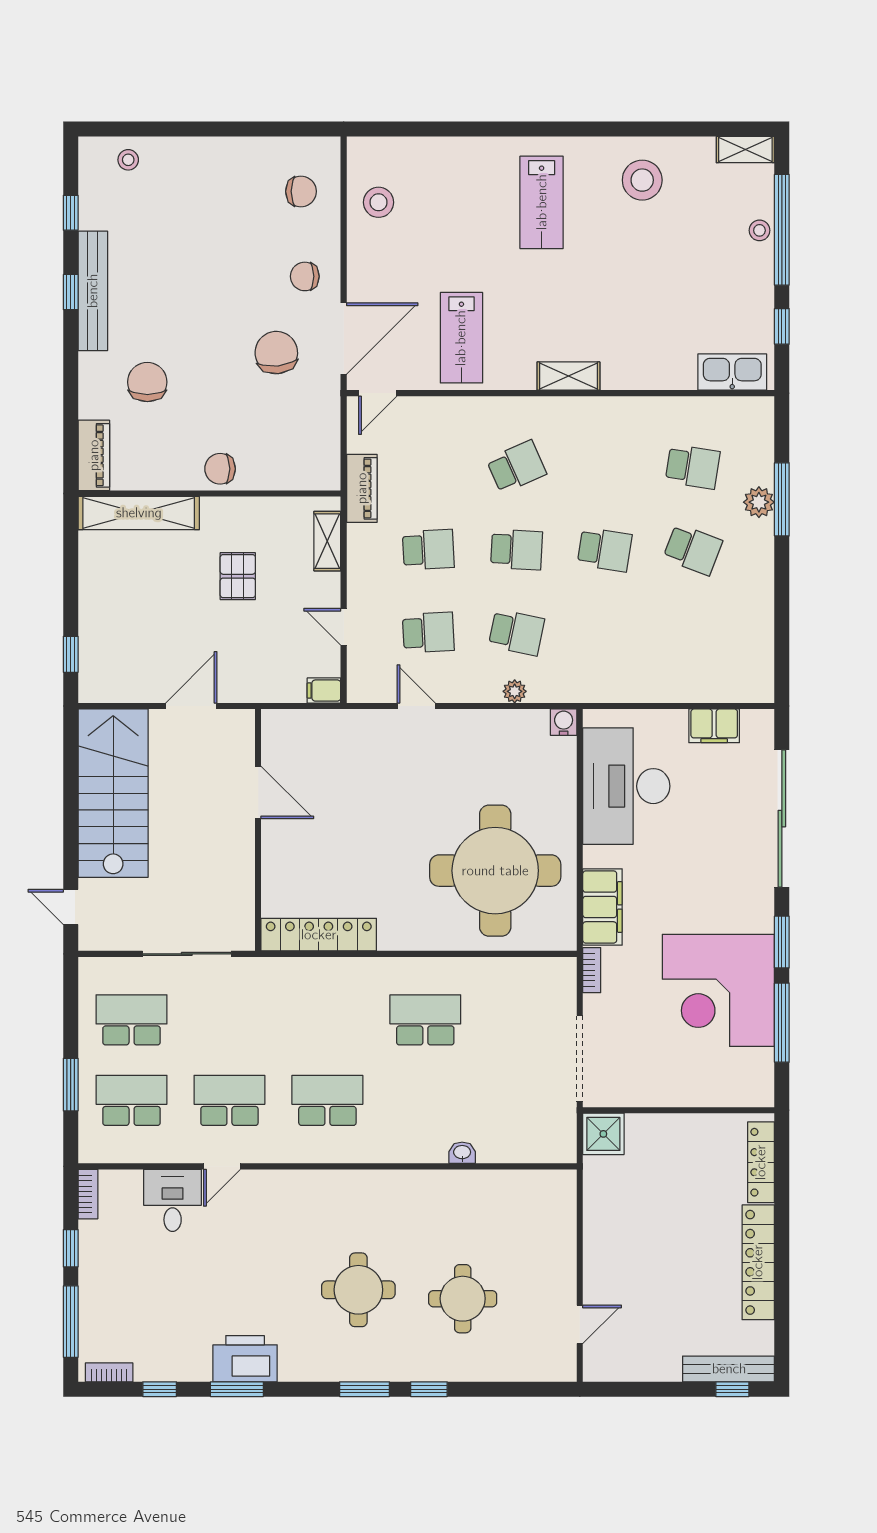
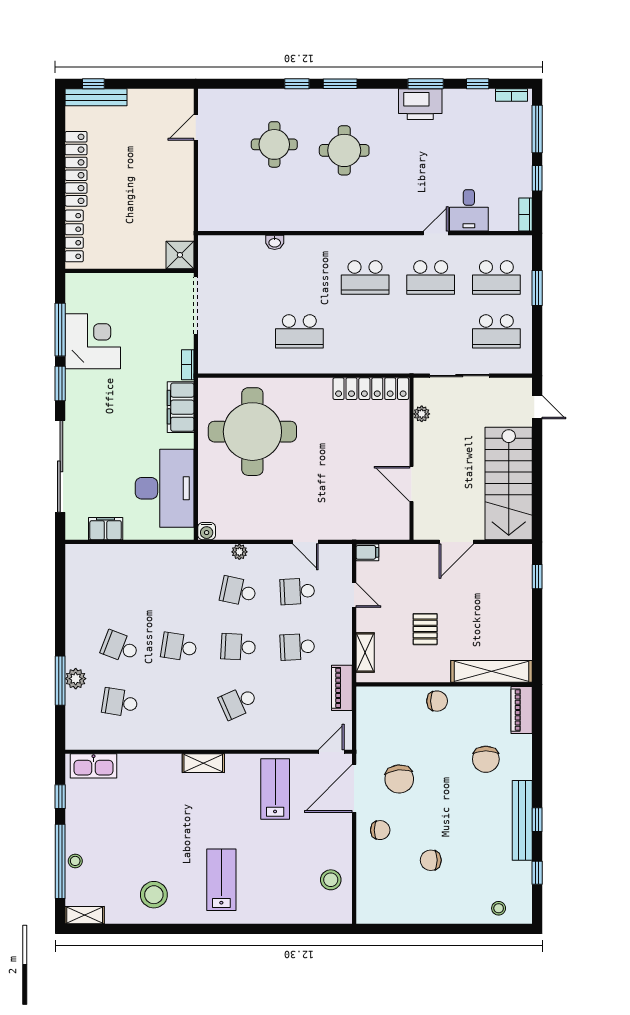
chair: (301, 191) -> (431, 860), moved
plant: (243, 897) -> (422, 414), added
corner desk: (718, 990) -> (93, 341), width x0.74, depth x0.74

